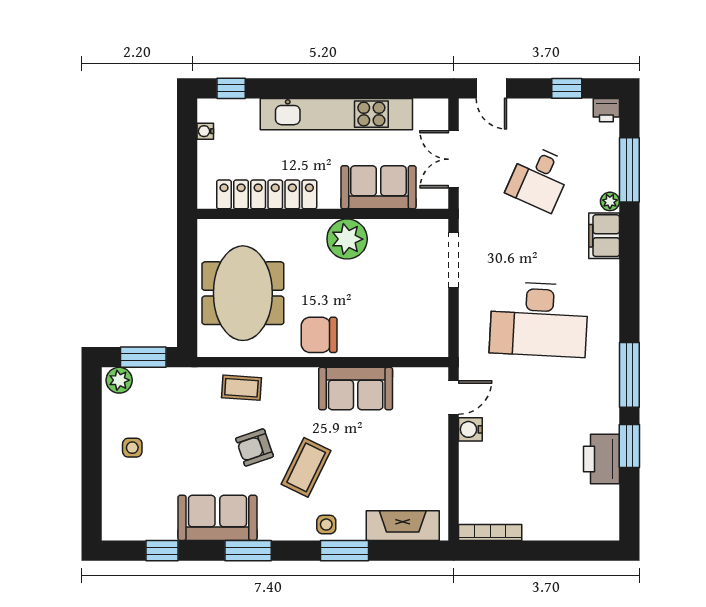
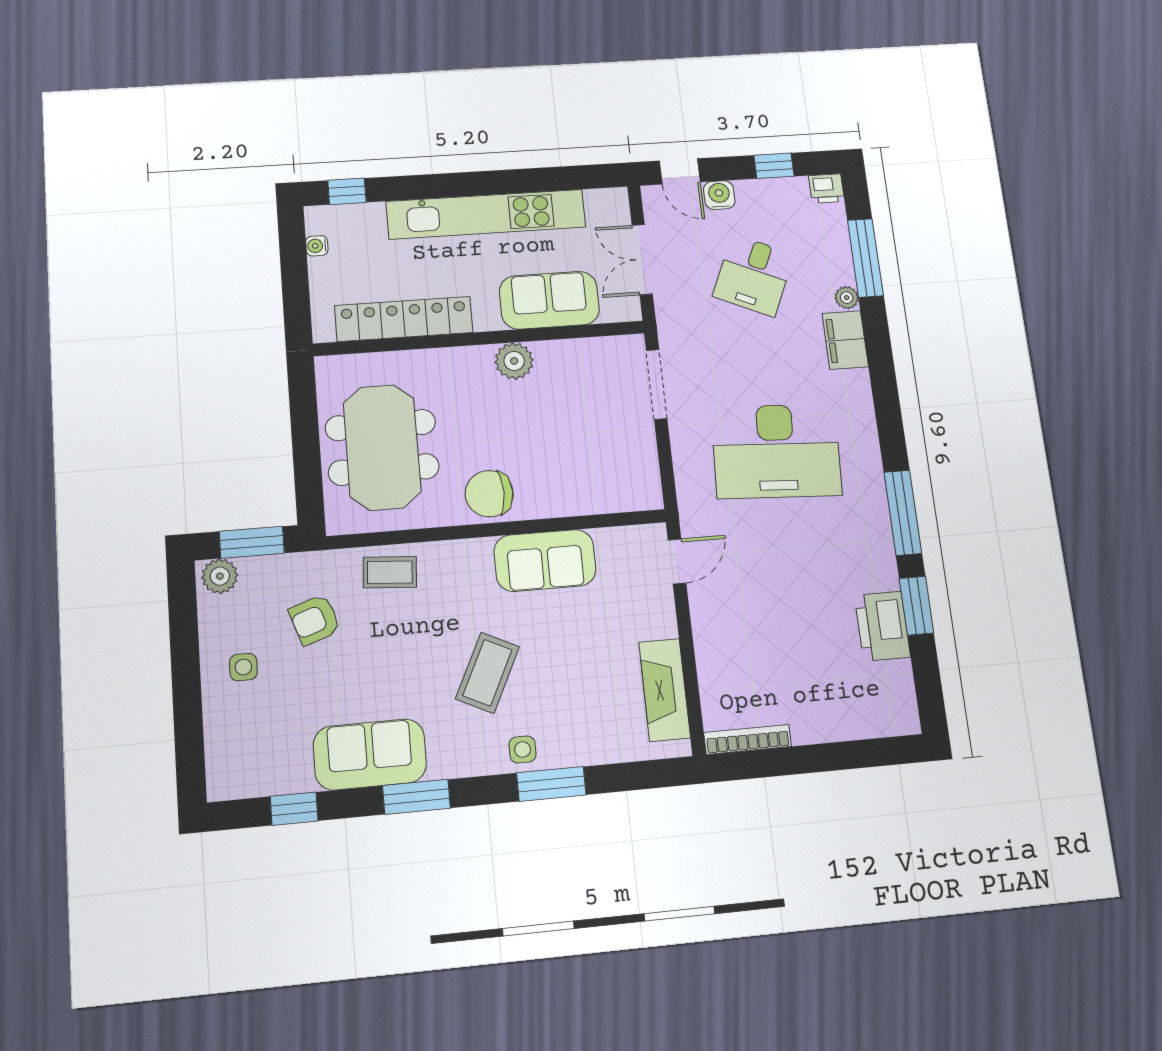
plant: (347, 239) -> (514, 361), width x0.73, depth x0.73
water cooler: (470, 429) -> (719, 195), moved, turned 90
armchair: (254, 447) -> (315, 620), moved
fireplace: (403, 526) -> (665, 690), moved, turned -90

